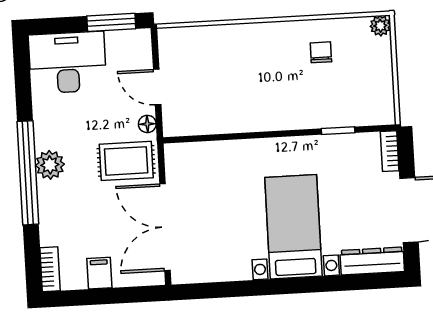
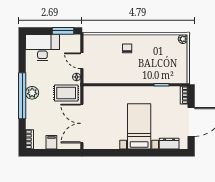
chair: (321, 52) -> (127, 48), moved
dresser: (372, 261) -> (169, 144), width x0.70

